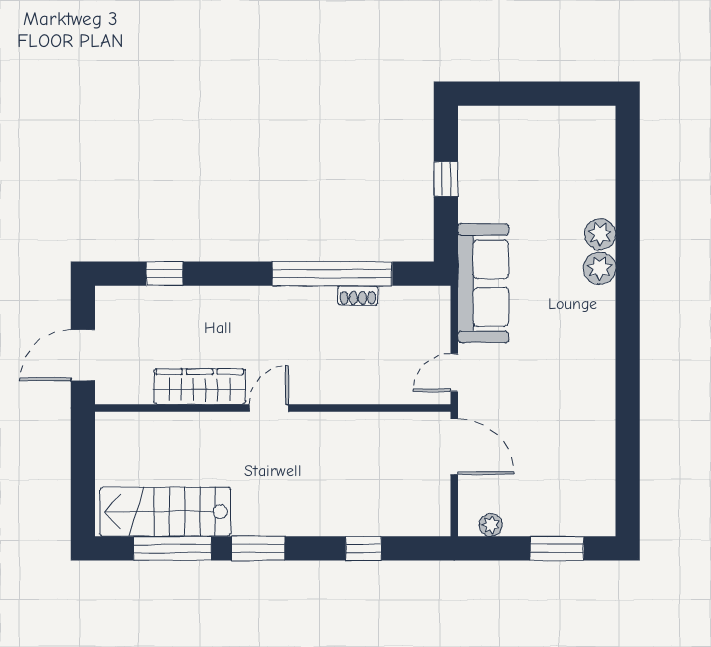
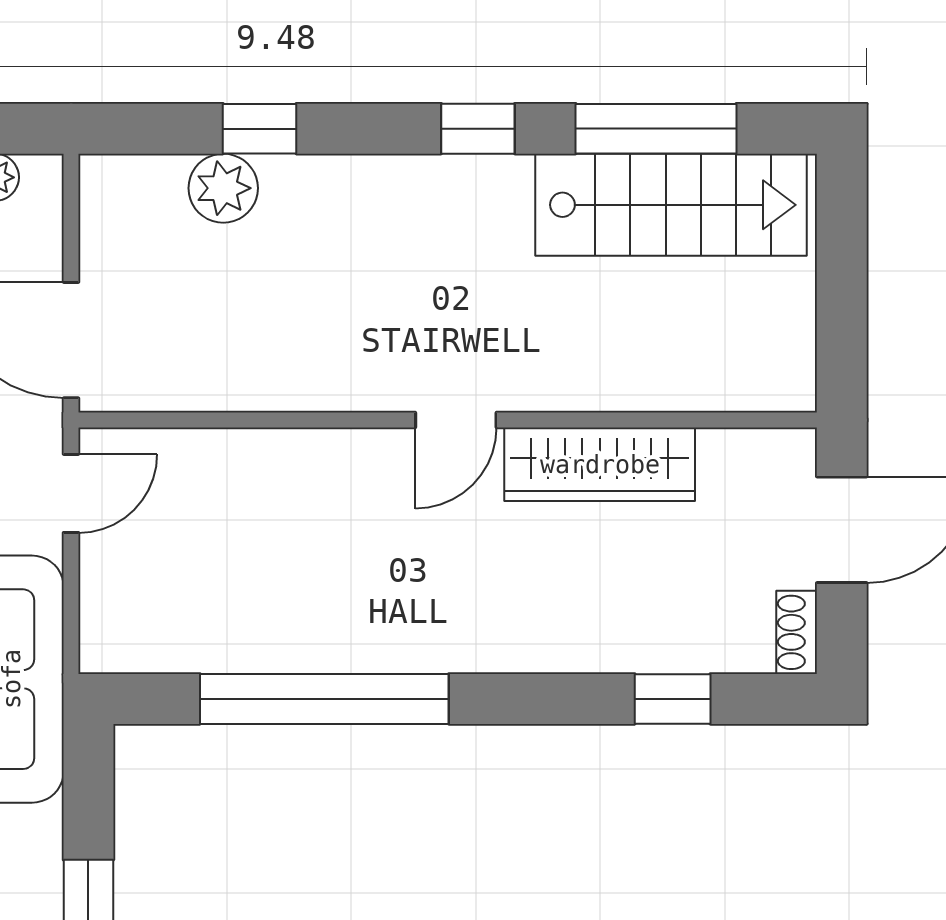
shoe rack: (358, 295) -> (797, 632), moved, turned -90
plant: (381, 520) -> (223, 188), added
window: (258, 548) -> (478, 129), width x0.67

